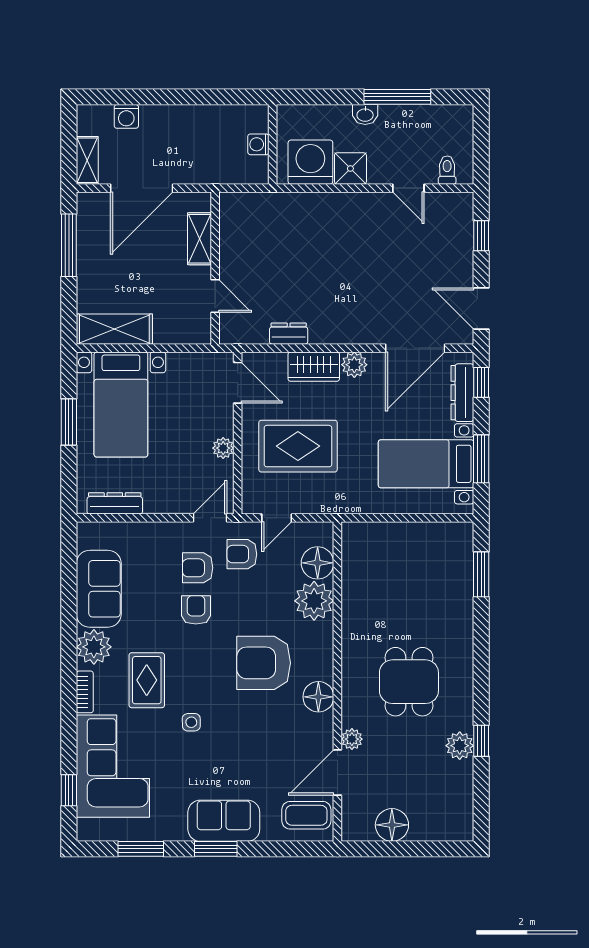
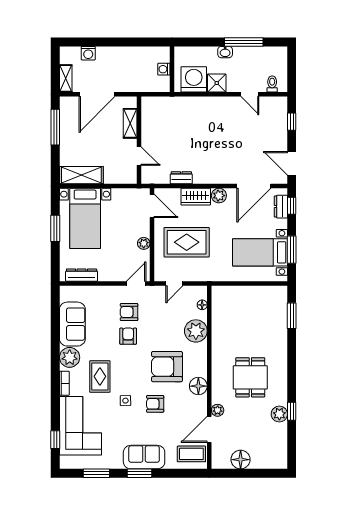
dresser: (462, 393) -> (281, 207), width x0.70
armchair: (242, 554) -> (155, 404), moved
floor lamp: (318, 563) -> (202, 305), width x0.53, depth x0.53

